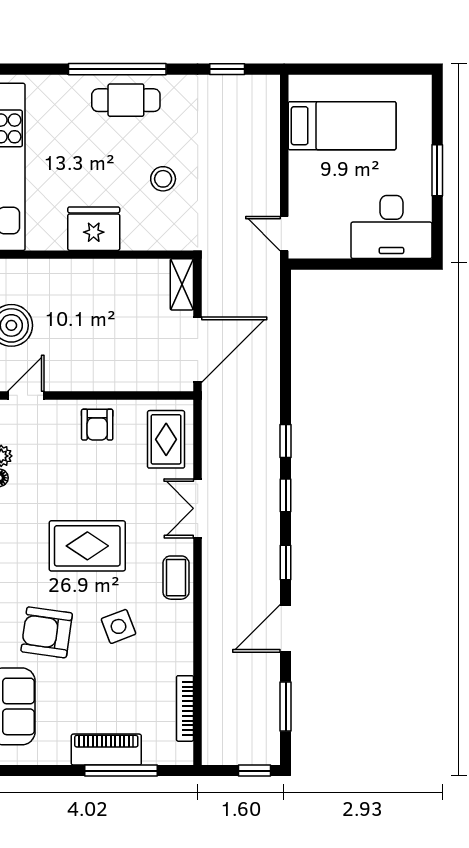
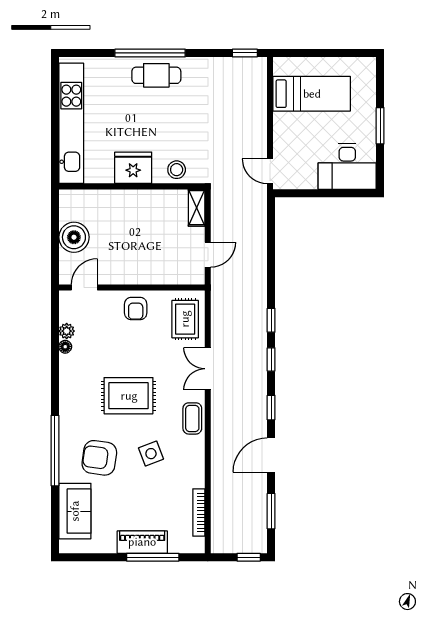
window: (227, 69) -> (245, 53), moved
stool: (163, 179) -> (177, 170), moved
door: (198, 350) -> (208, 255), width x0.53

